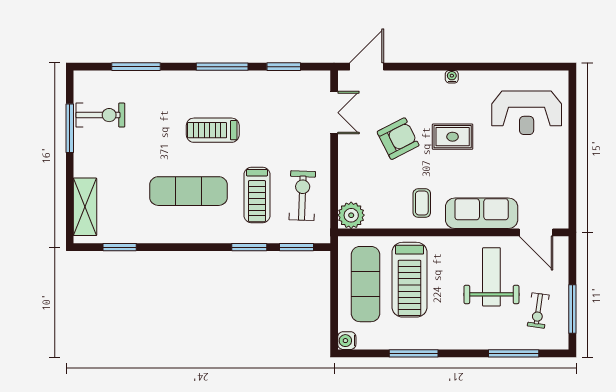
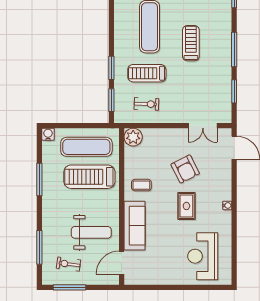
exercise bike: (302, 196) -> (146, 104), width x0.73, depth x0.72

